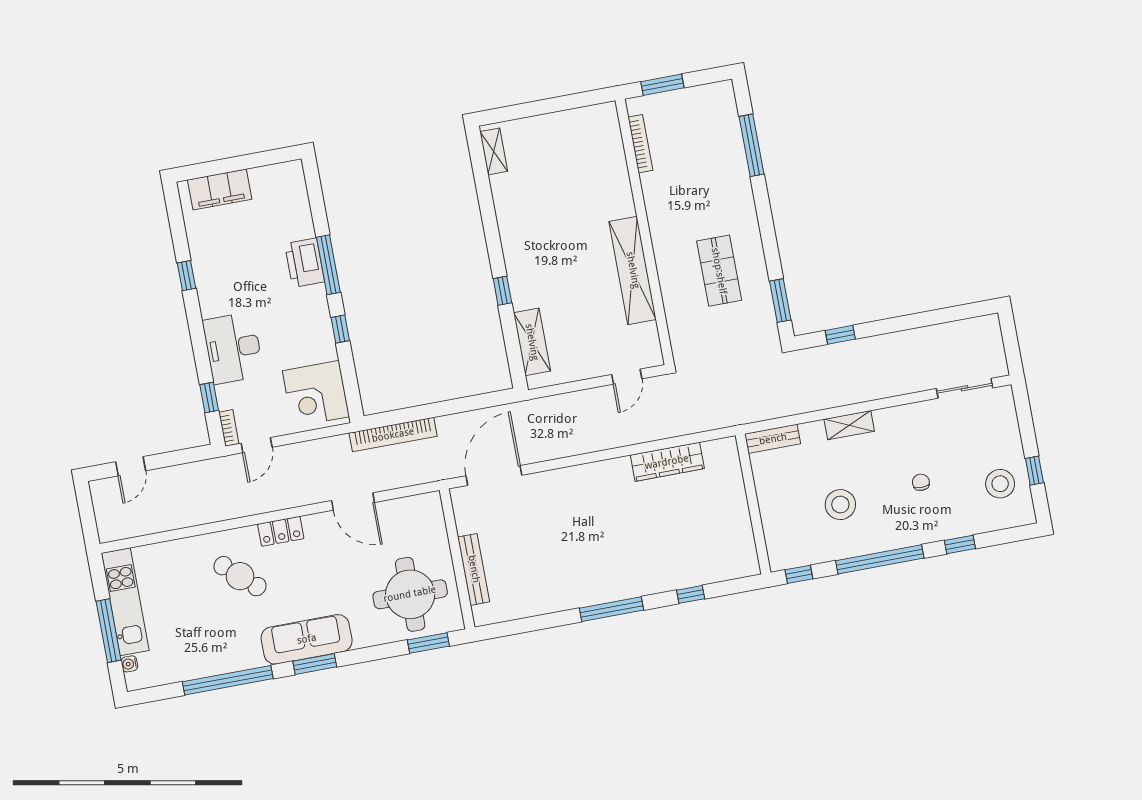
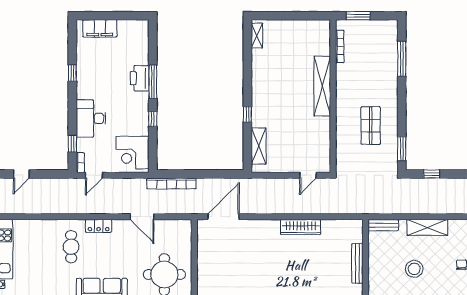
shelving: (633, 270) -> (322, 86), moved
shelving: (849, 425) -> (427, 227), width x1.50, depth x1.33
wardrobe: (667, 462) -> (301, 227), moved
bench: (474, 569) -> (357, 263), moved
cafe table: (240, 576) -> (71, 247), turned 48

